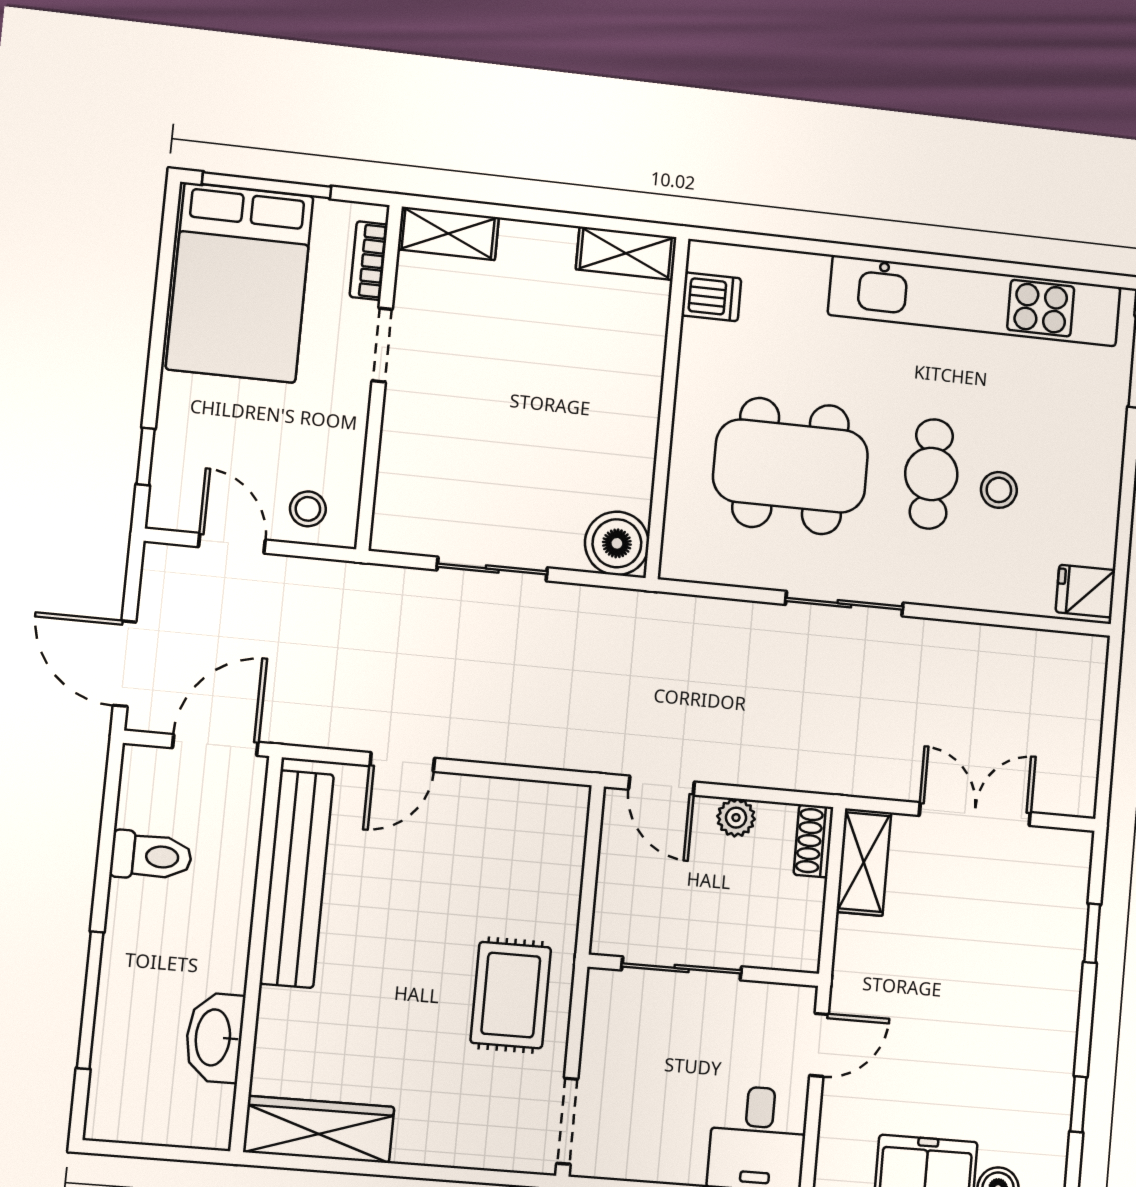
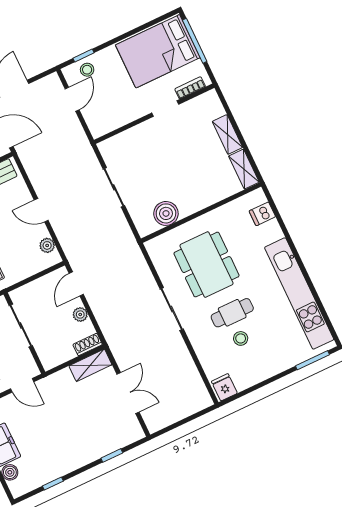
shelving: (448, 233) -> (227, 134), moved
dishwasher: (711, 297) -> (262, 214), moved, turned 90
stool: (308, 509) -> (87, 70), moved
boiler: (617, 543) -> (166, 213), moved
door: (402, 762) -> (41, 210), moved
plant: (535, 800) -> (47, 245), added

